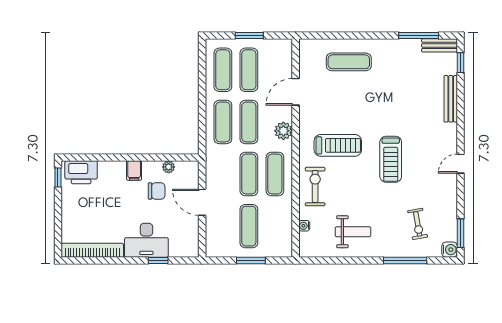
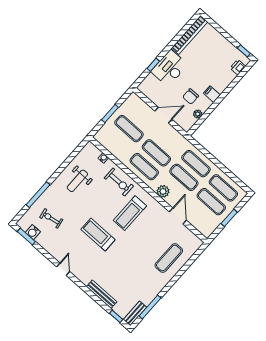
printer: (81, 172) -> (238, 67), width x0.53, depth x0.68
water cooler: (450, 250) -> (33, 232), moved

